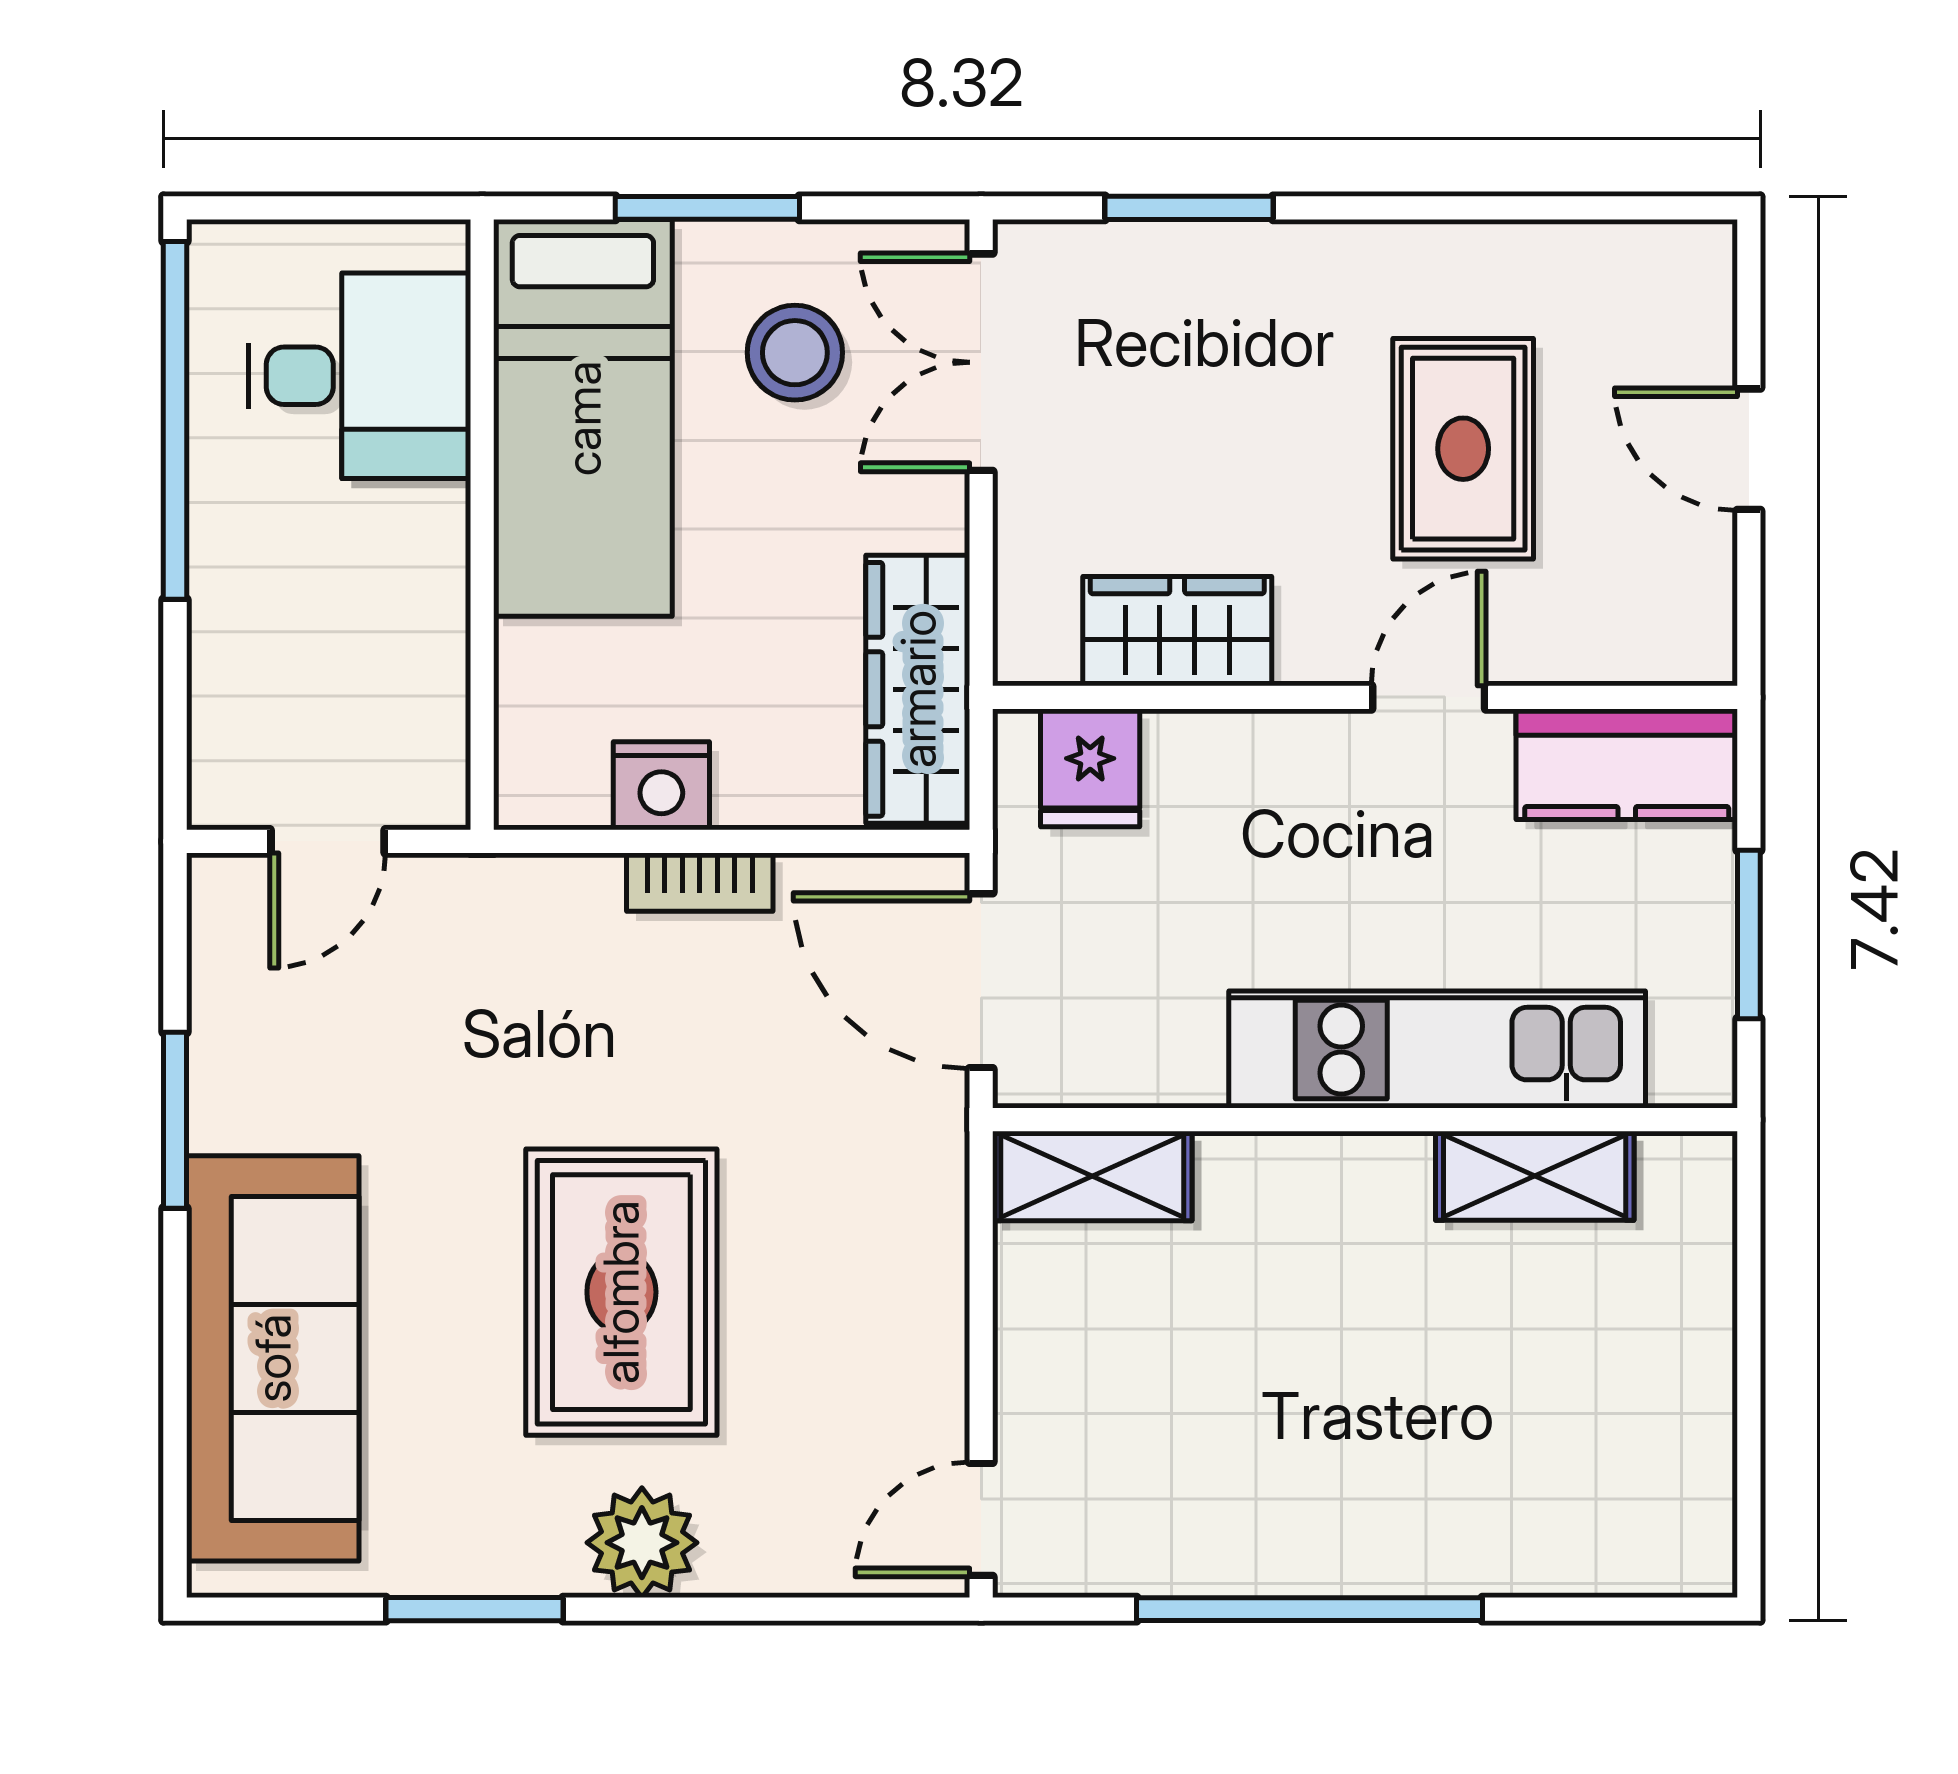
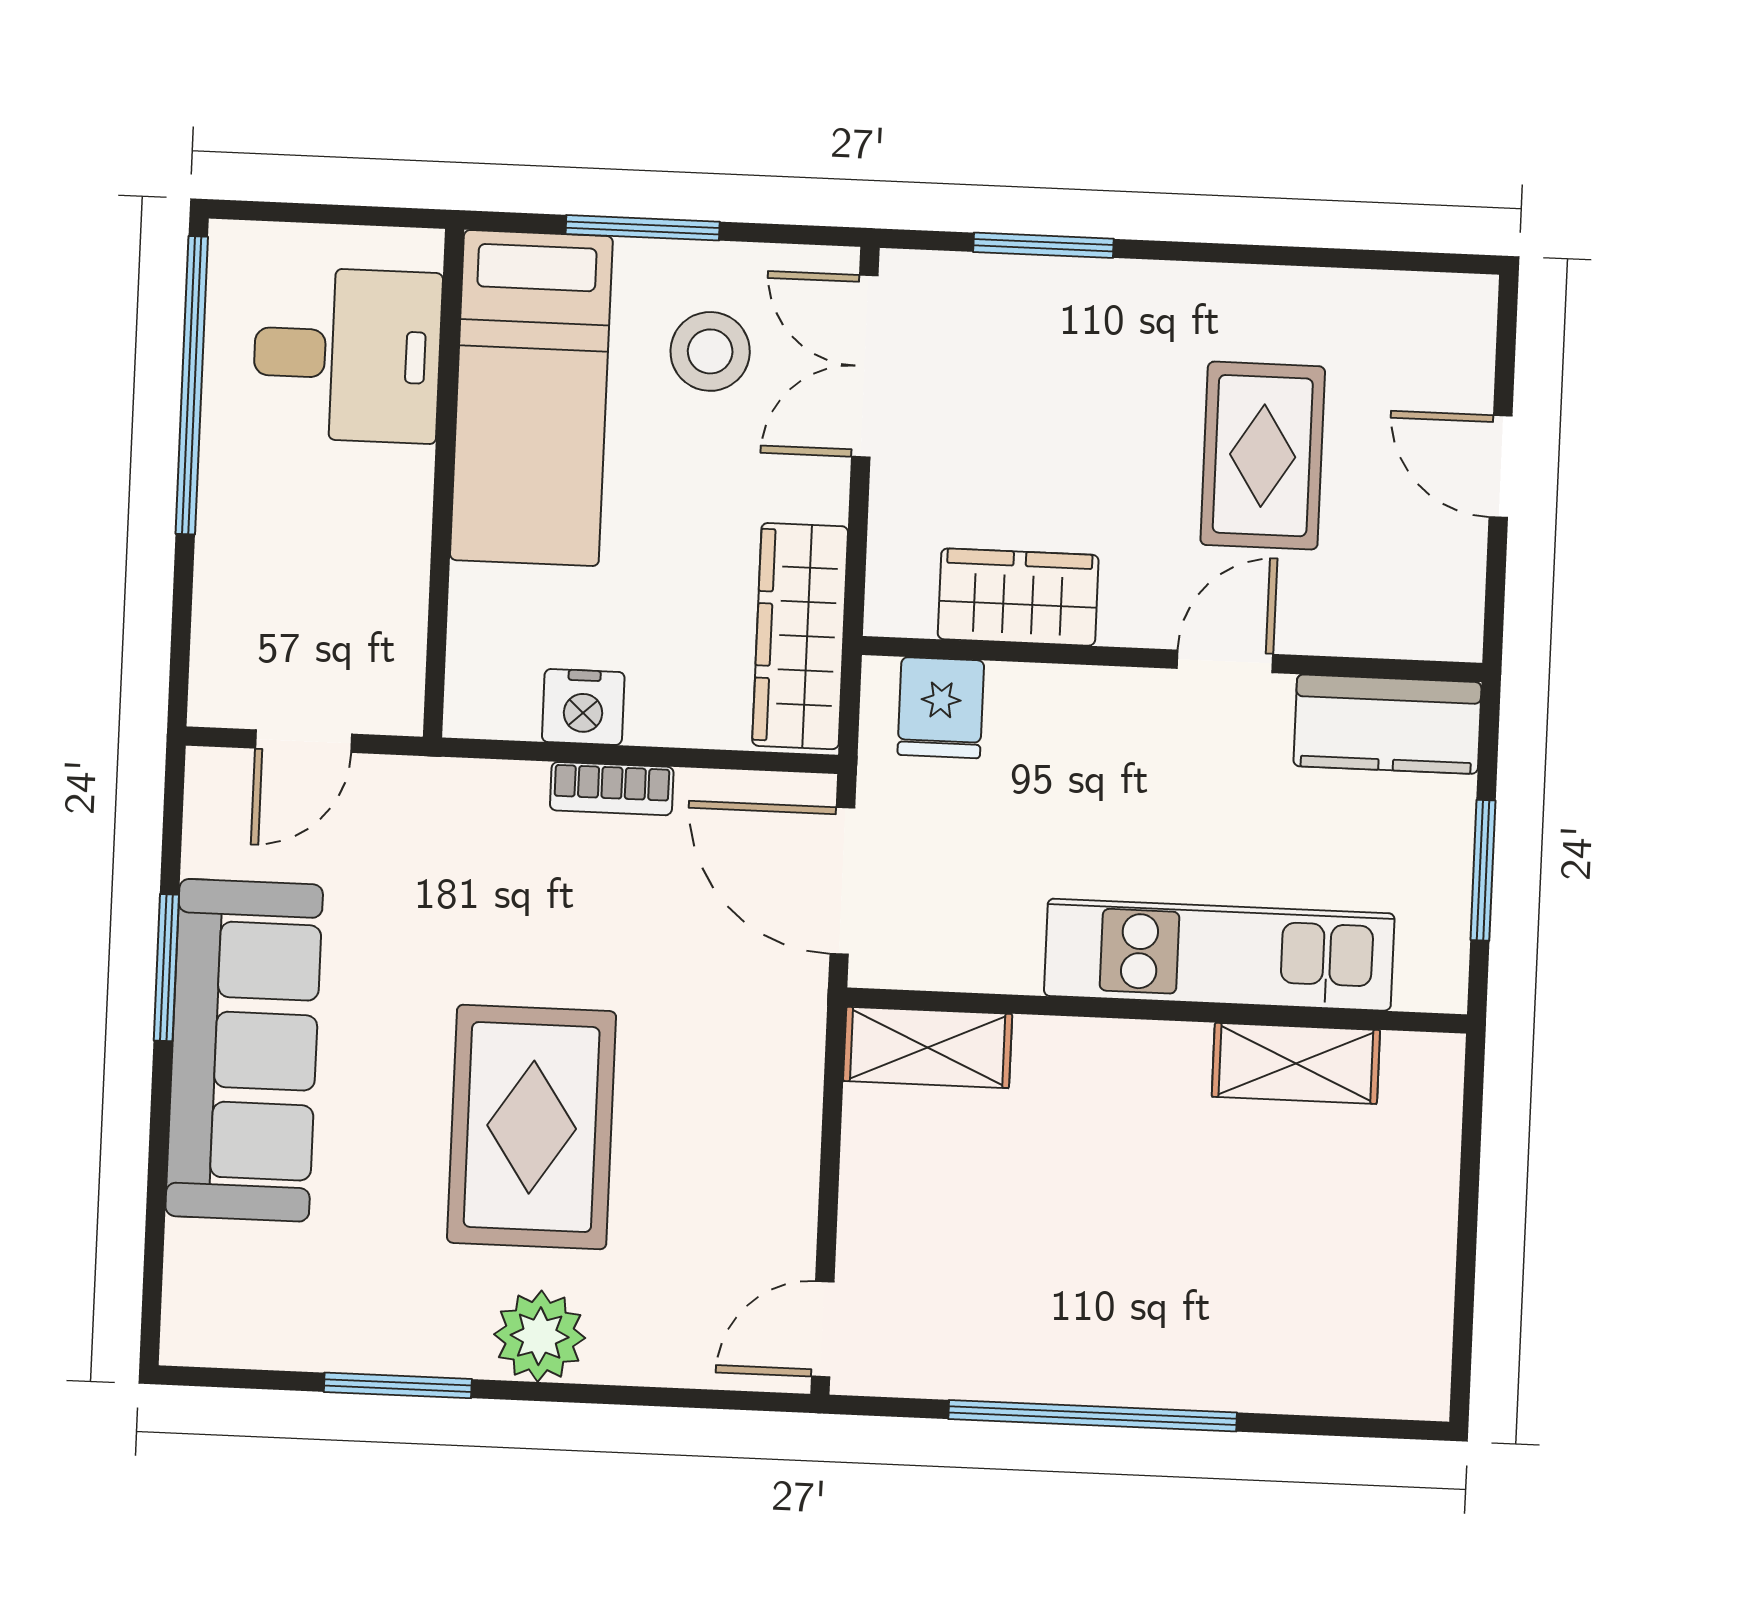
sofa: (273, 1358) -> (244, 1050), moved

